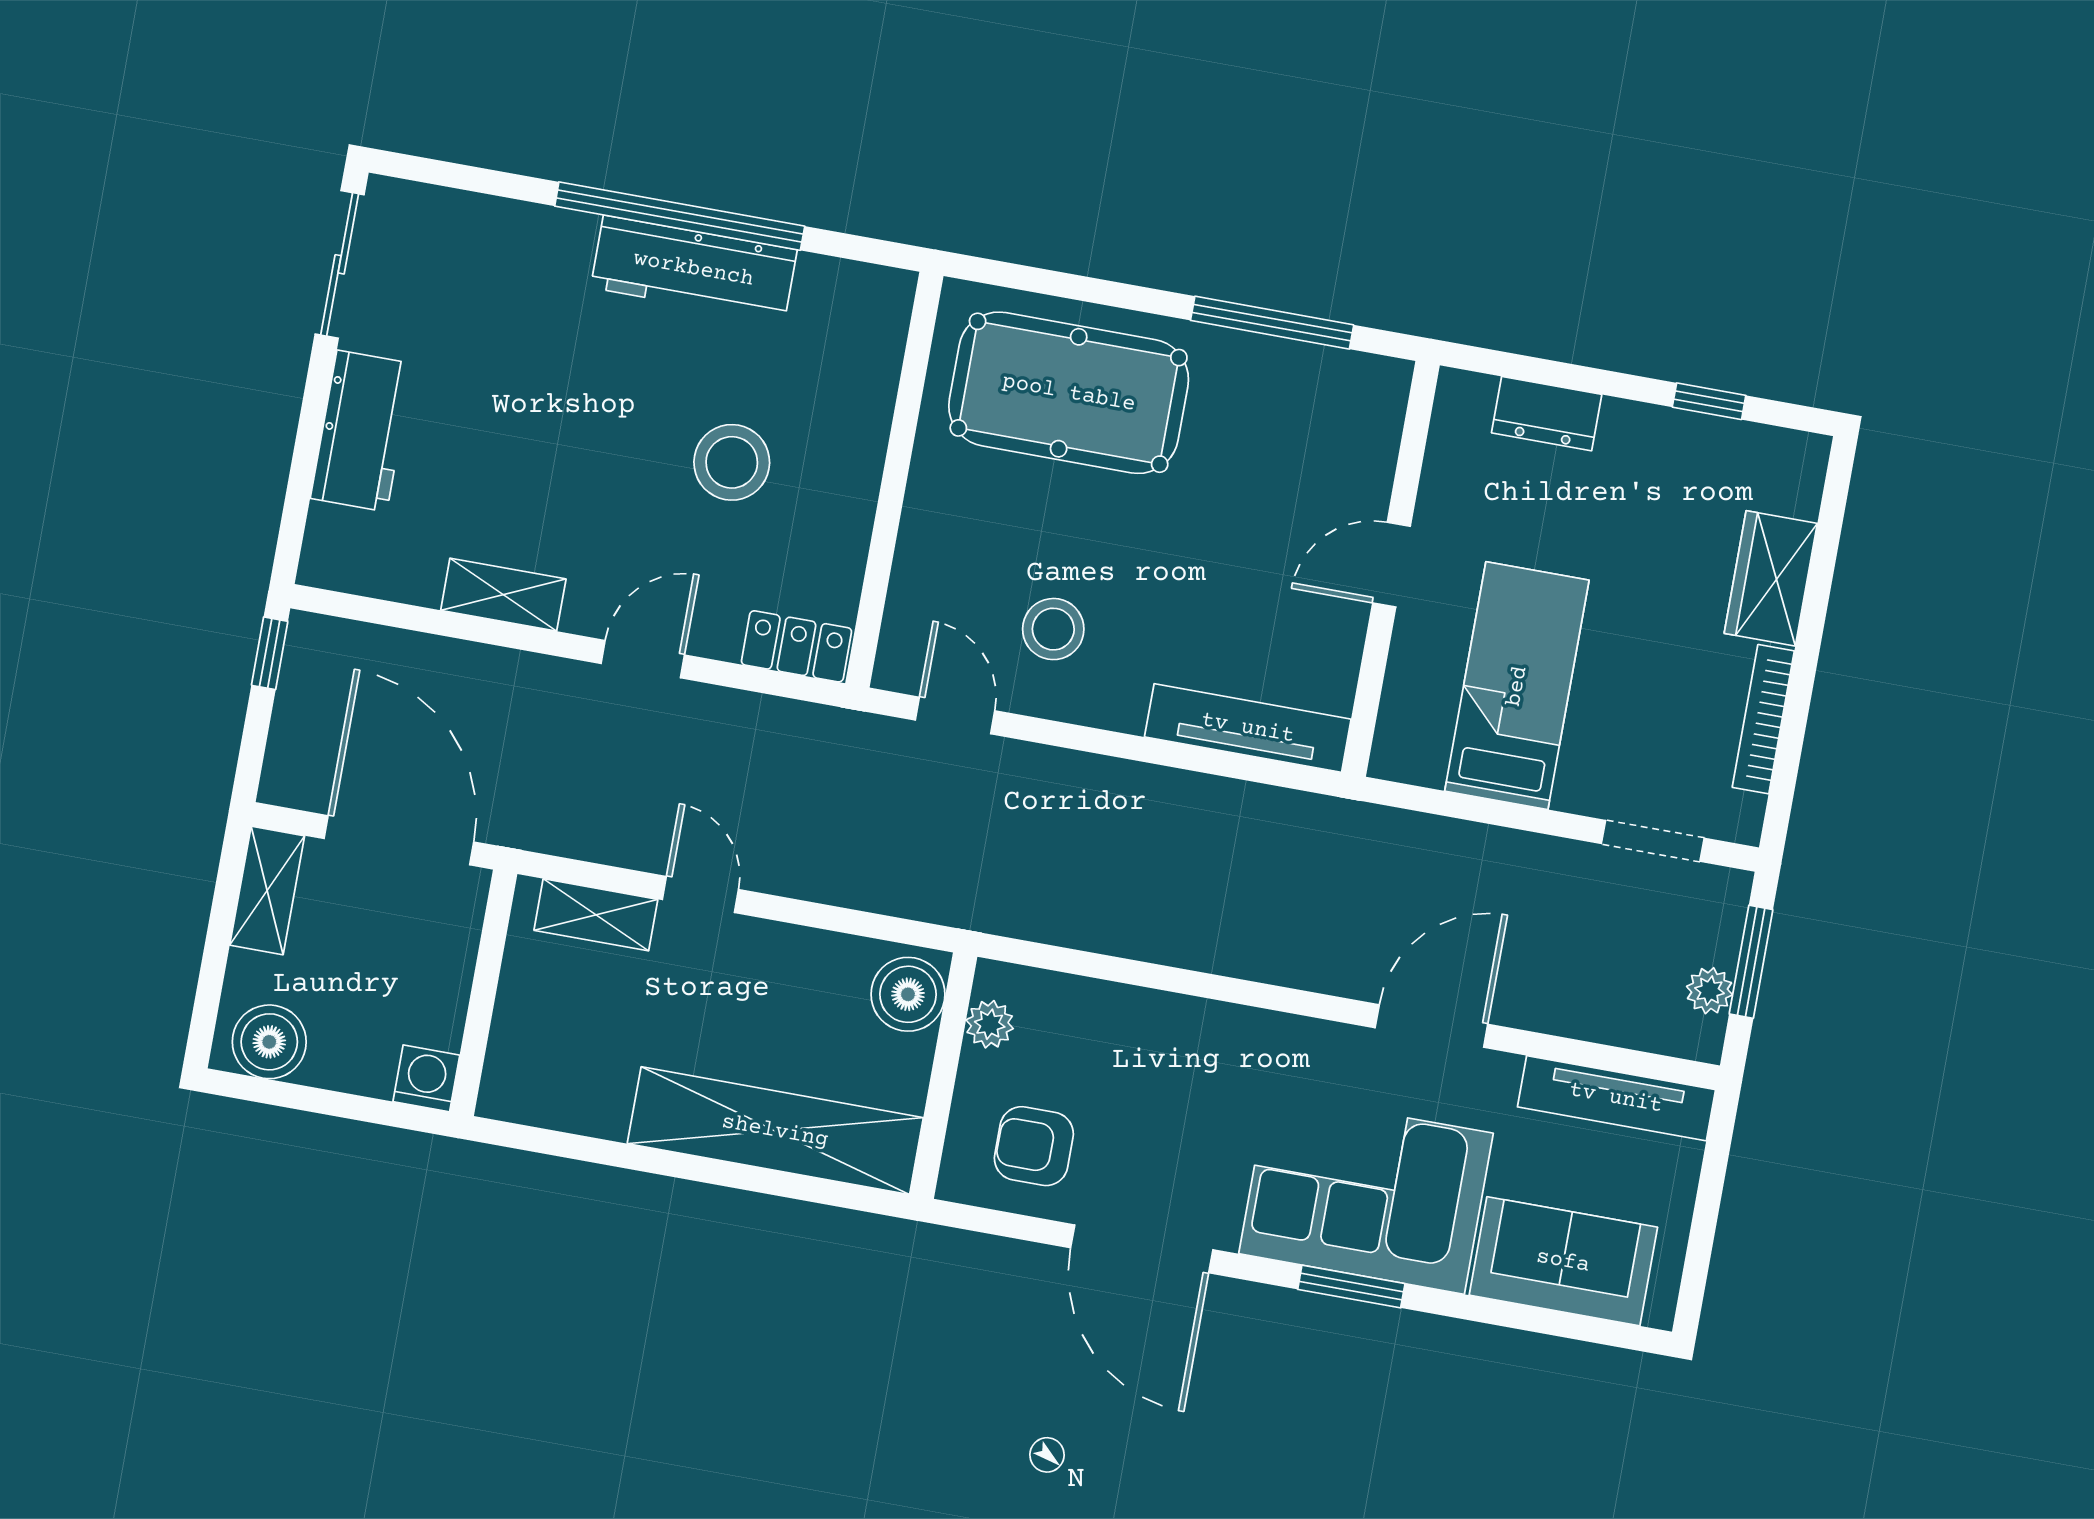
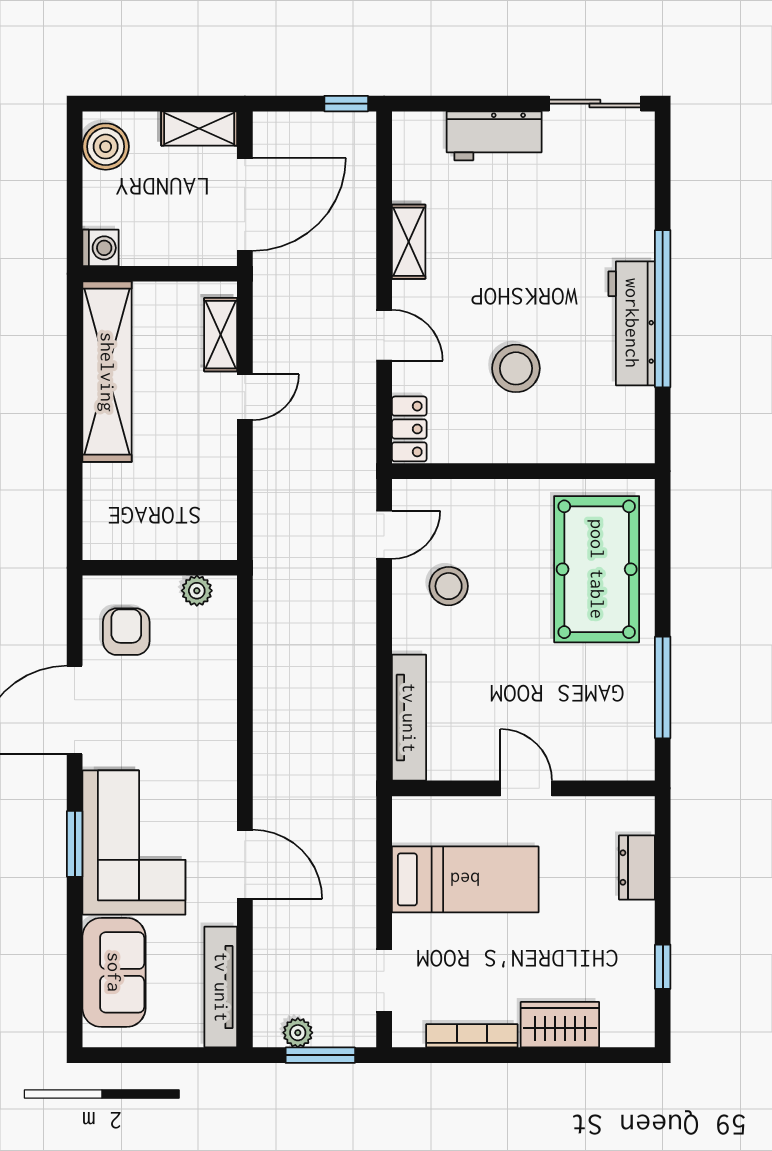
boiler: (908, 994) -> (206, 537), removed
shelving: (775, 1131) -> (107, 372), moved

